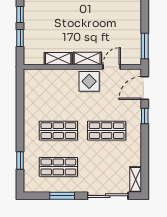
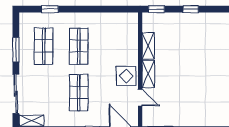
window: (20, 38) -> (156, 9), moved

